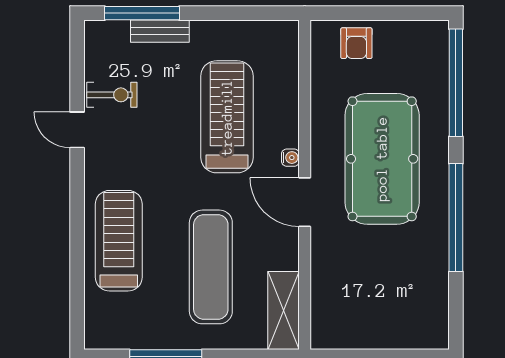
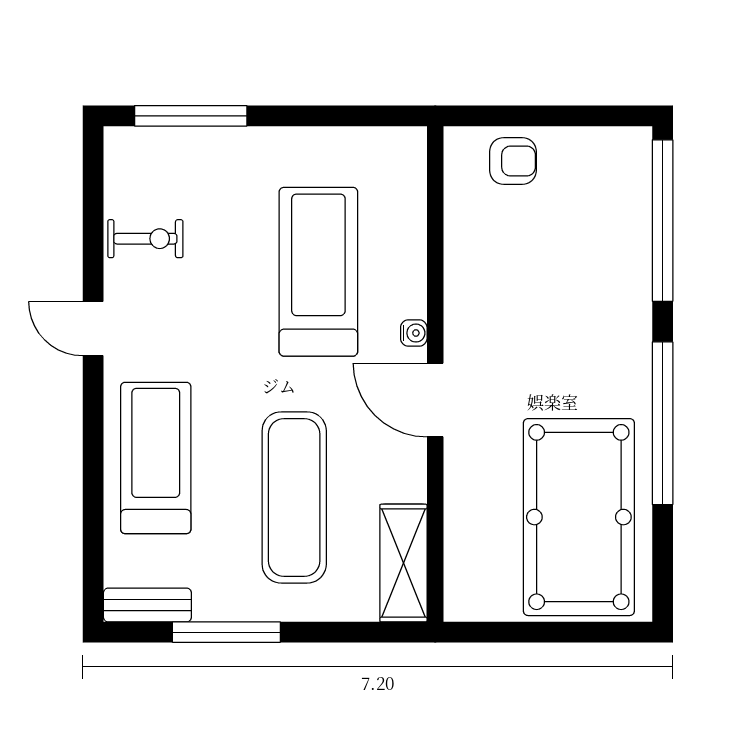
bench: (160, 31) -> (147, 605), moved
armchair: (356, 43) -> (513, 161), turned -90
door: (77, 130) -> (93, 329), moved
pool table: (382, 159) -> (579, 517), moved

